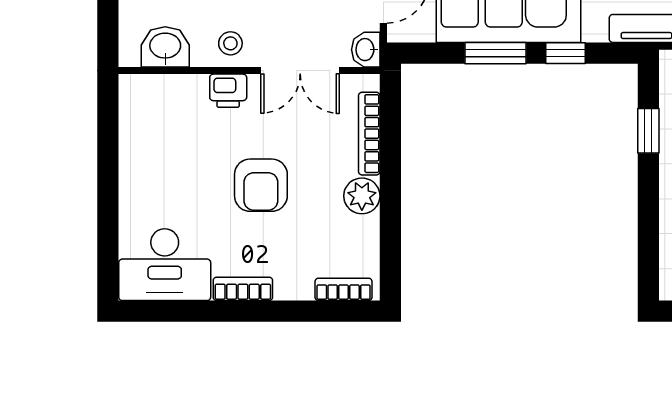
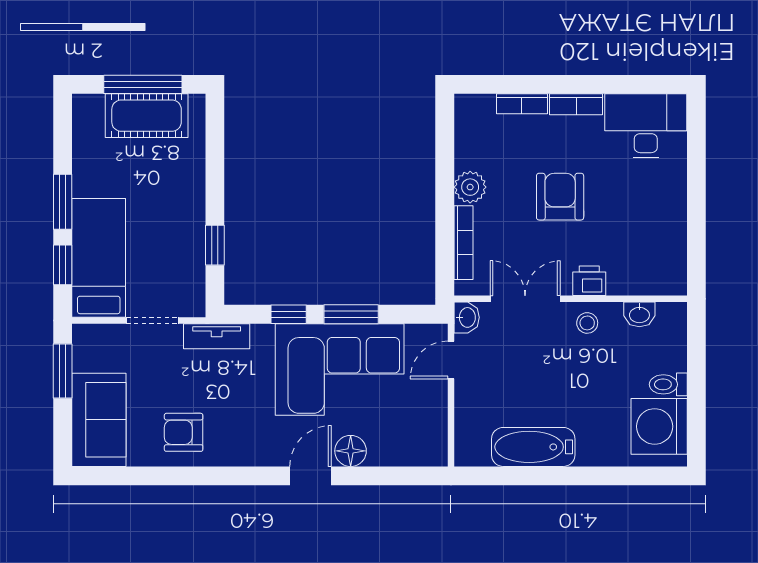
washbasin: (165, 47) -> (639, 314), width x0.72, depth x0.69
bookcase: (344, 289) -> (522, 104), moved

